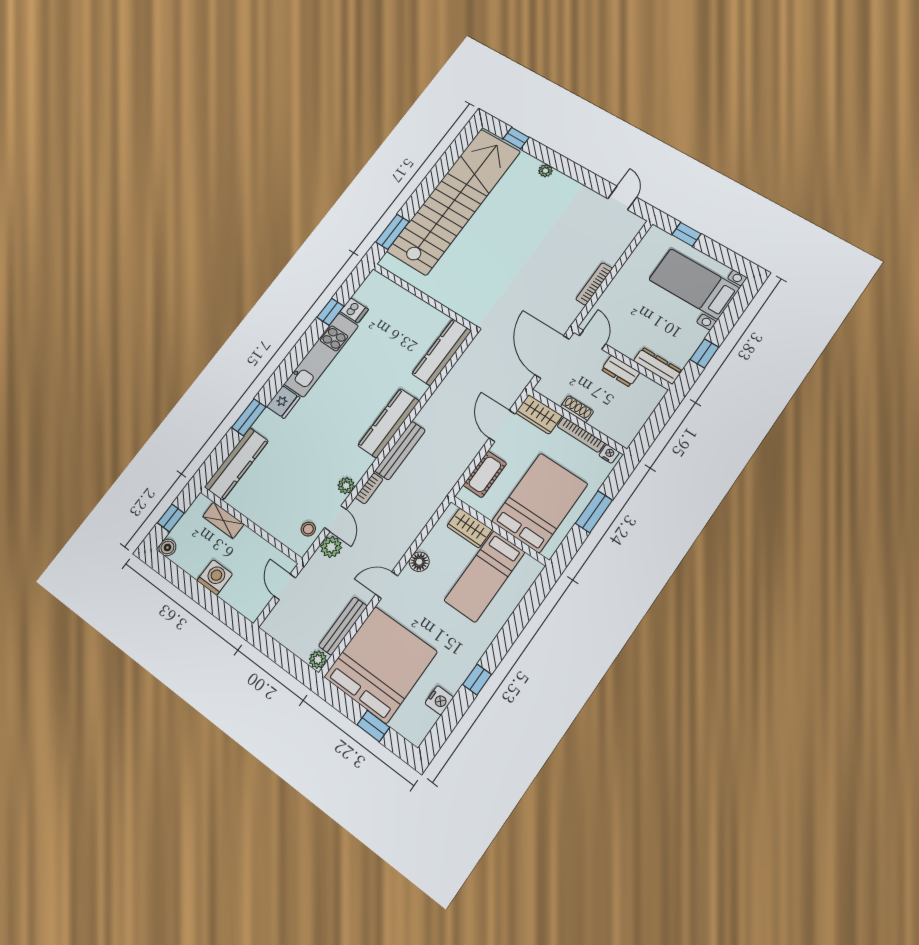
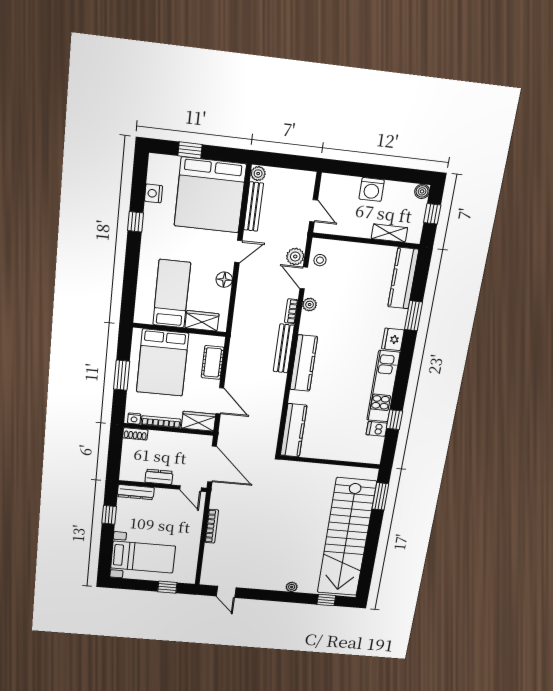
shoe rack: (577, 409) -> (135, 434), moved

